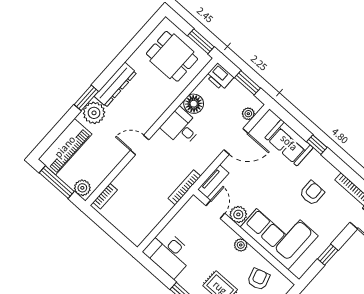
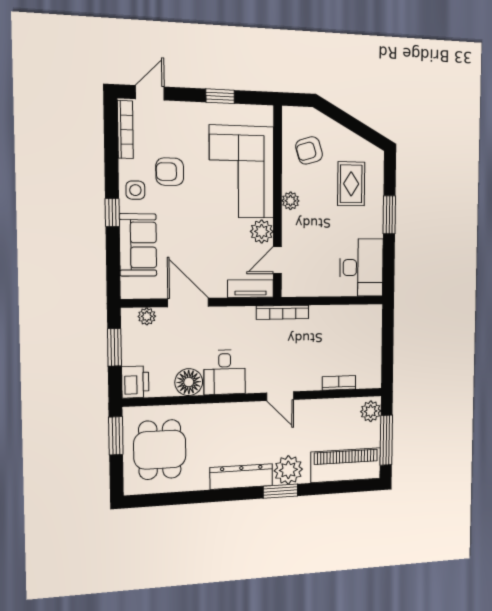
side table: (318, 167) -> (135, 190), added
bookcase: (105, 196) -> (339, 383), moved

